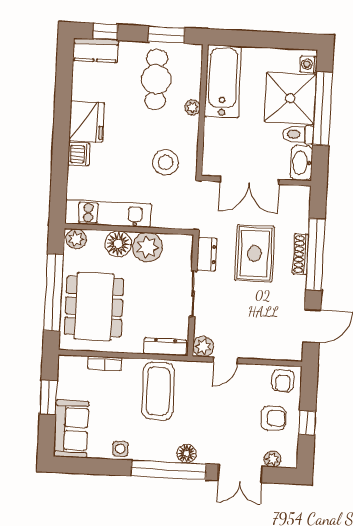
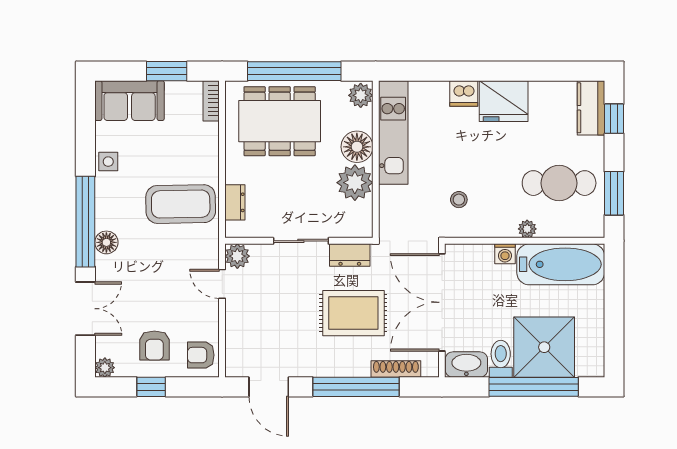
washing machine: (309, 64) -> (505, 254), moved, turned 180
stool: (166, 162) -> (459, 200), width x0.53, depth x0.53
double door: (249, 180) -> (442, 302), width x1.36
shoe rack: (301, 254) -> (396, 369), moved
dresser: (165, 347) -> (235, 202), width x0.70
bookcase: (105, 363) -> (211, 101), moved
plant: (273, 459) -> (105, 368), moved
double door: (240, 473) -> (85, 309), swing flipped

